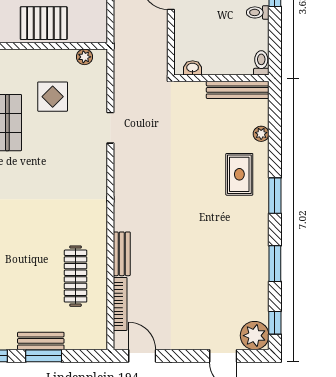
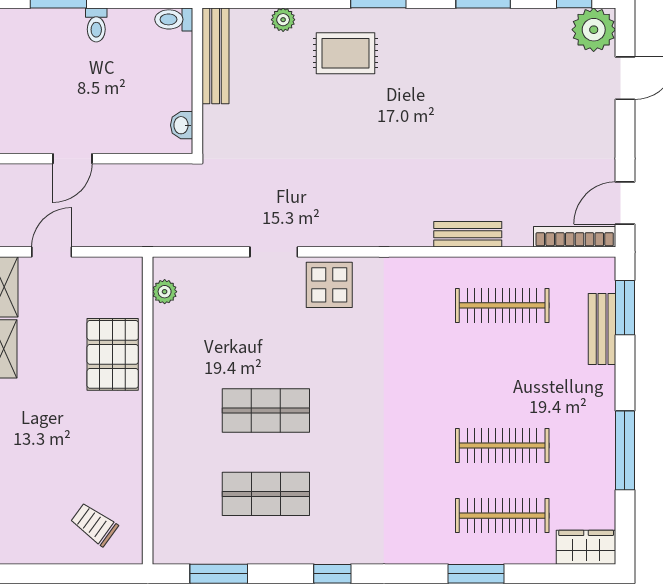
display table: (53, 97) -> (329, 285), moved
bookcase: (120, 304) -> (575, 237), moved
bench: (41, 341) -> (602, 329), moved
window: (44, 356) -> (625, 308), moved

